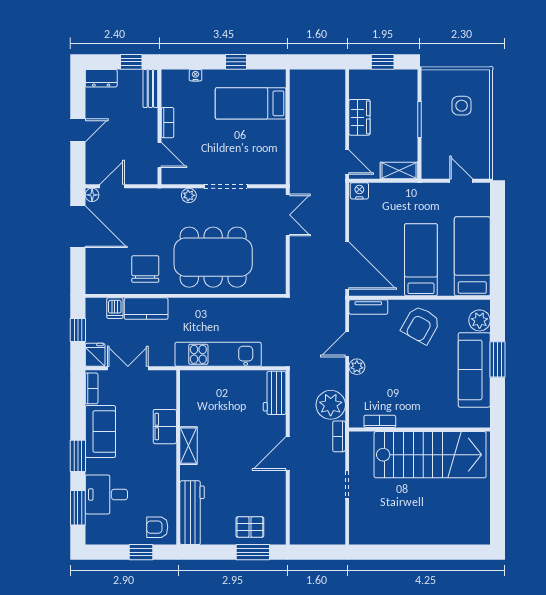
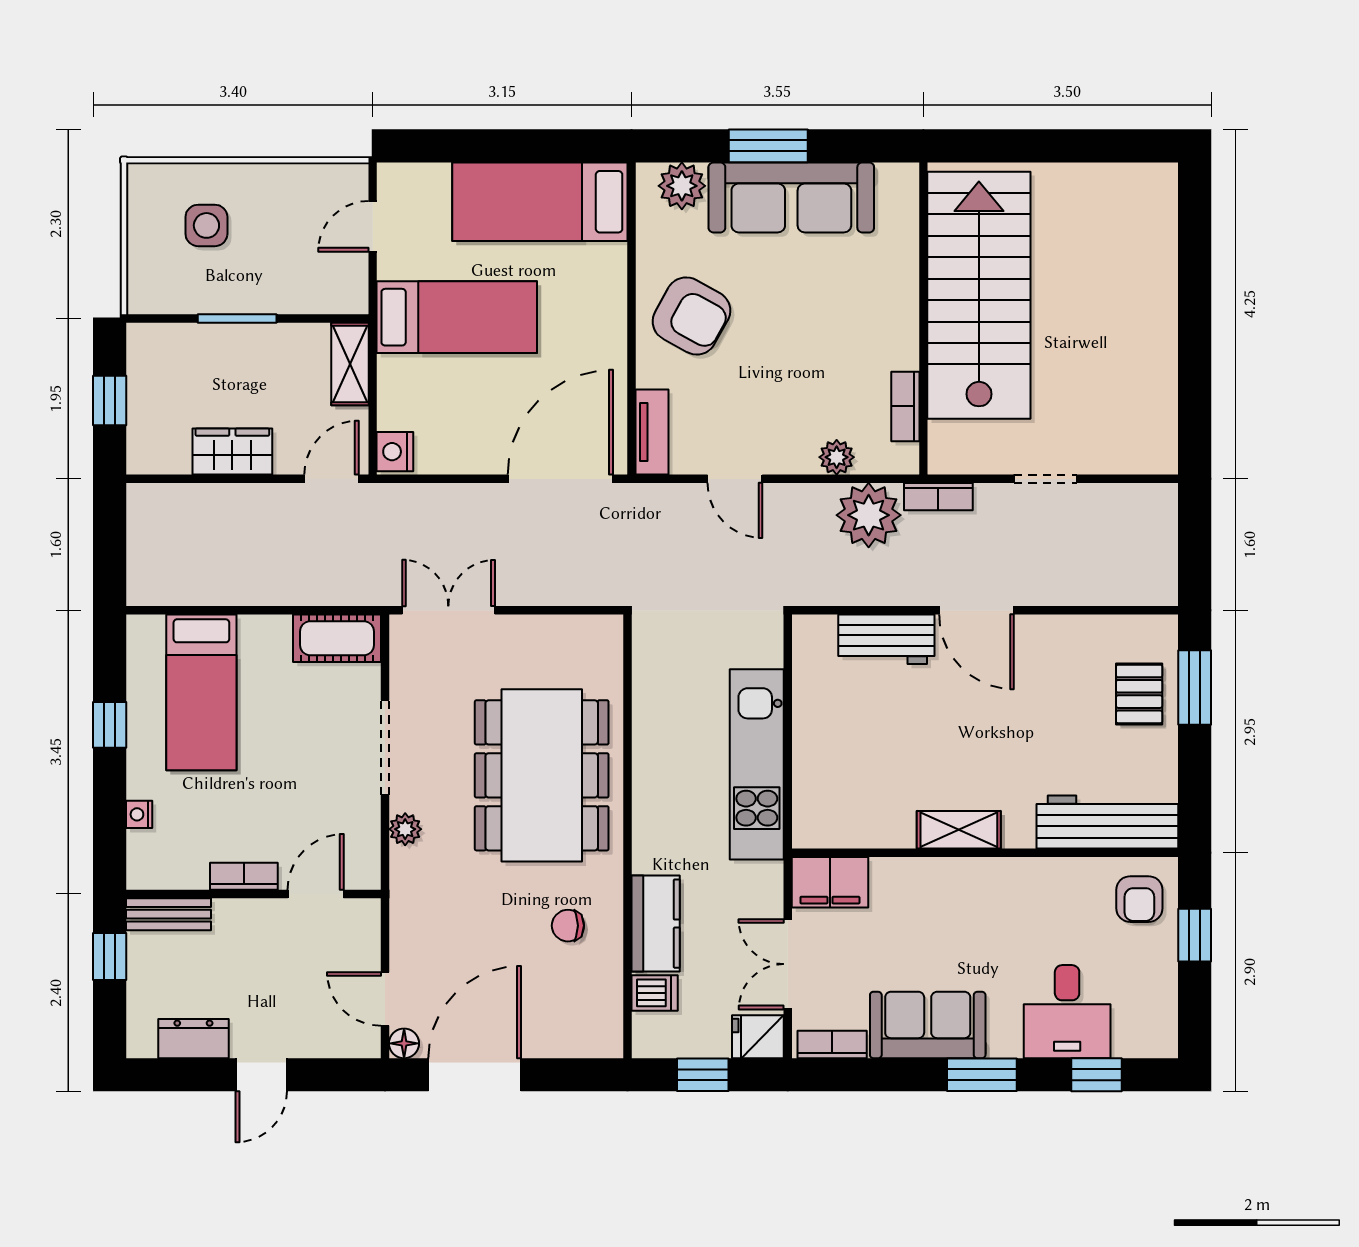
dresser: (101, 78) -> (193, 1039), moved, turned -90
door: (78, 130) -> (261, 1075), swing flipped
cot: (275, 165) -> (337, 638), added
bed: (421, 260) -> (457, 317), moved, turned 180
chair: (145, 269) -> (568, 926), width x0.54, depth x0.54
plant: (357, 367) -> (837, 457), moved
workbench: (275, 393) -> (886, 639), moved
filing cabinet: (165, 427) -> (830, 882), moved
window: (78, 508) -> (1096, 1075), width x0.67

